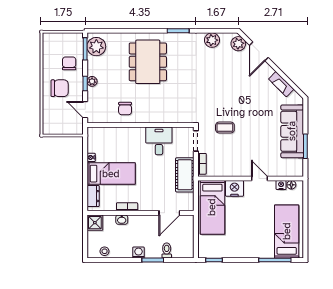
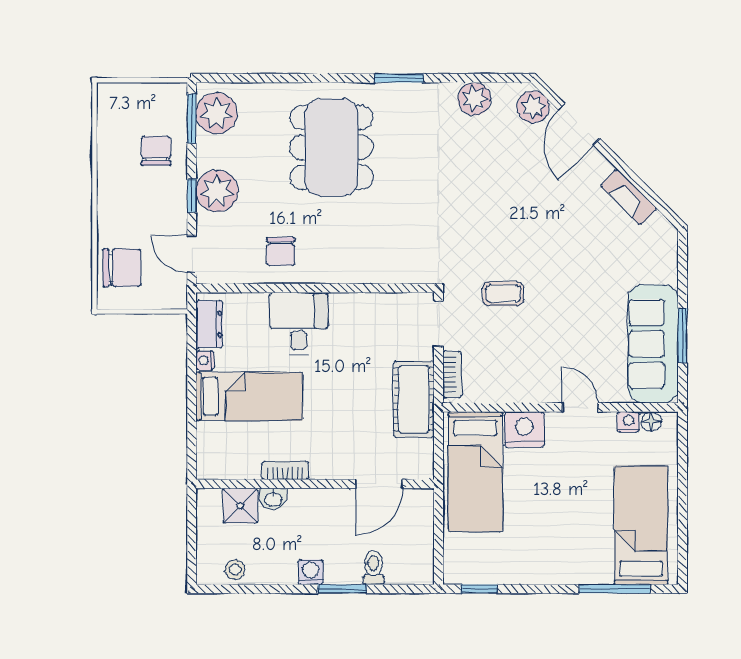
plant: (92, 81) -> (217, 191), width x1.87, depth x1.87
chair: (60, 88) -> (122, 268), moved
sofa: (292, 131) -> (653, 344), moved
desk: (159, 141) -> (299, 324), moved
dresser: (93, 196) -> (209, 324), moved
shower: (95, 223) -> (240, 506), moved

